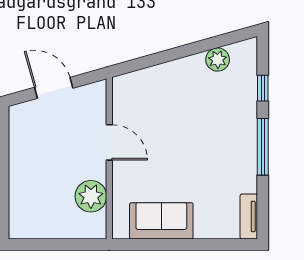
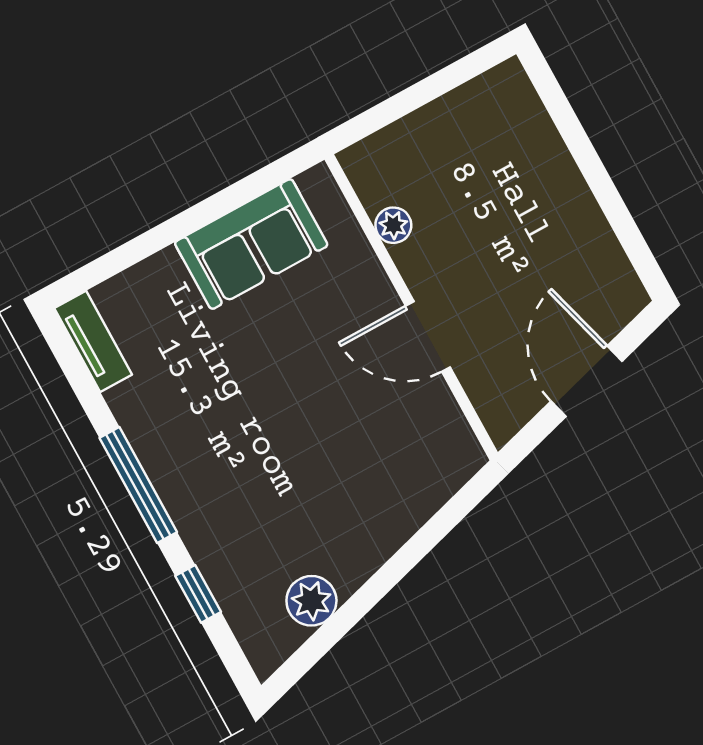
door: (54, 88) -> (587, 381), swing flipped
plant: (91, 196) -> (393, 225), width x0.53, depth x0.53

